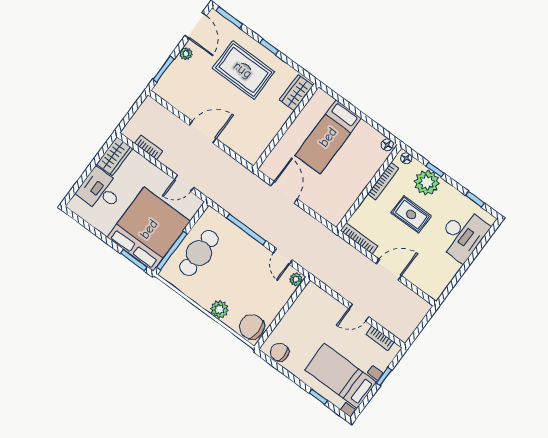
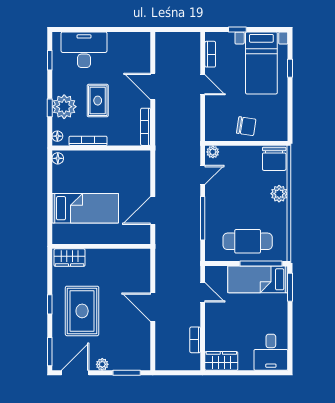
desk: (100, 191) -> (271, 352), moved
bed: (149, 229) -> (258, 279), width x0.49
chair: (280, 352) -> (246, 126), moved, turned -81

